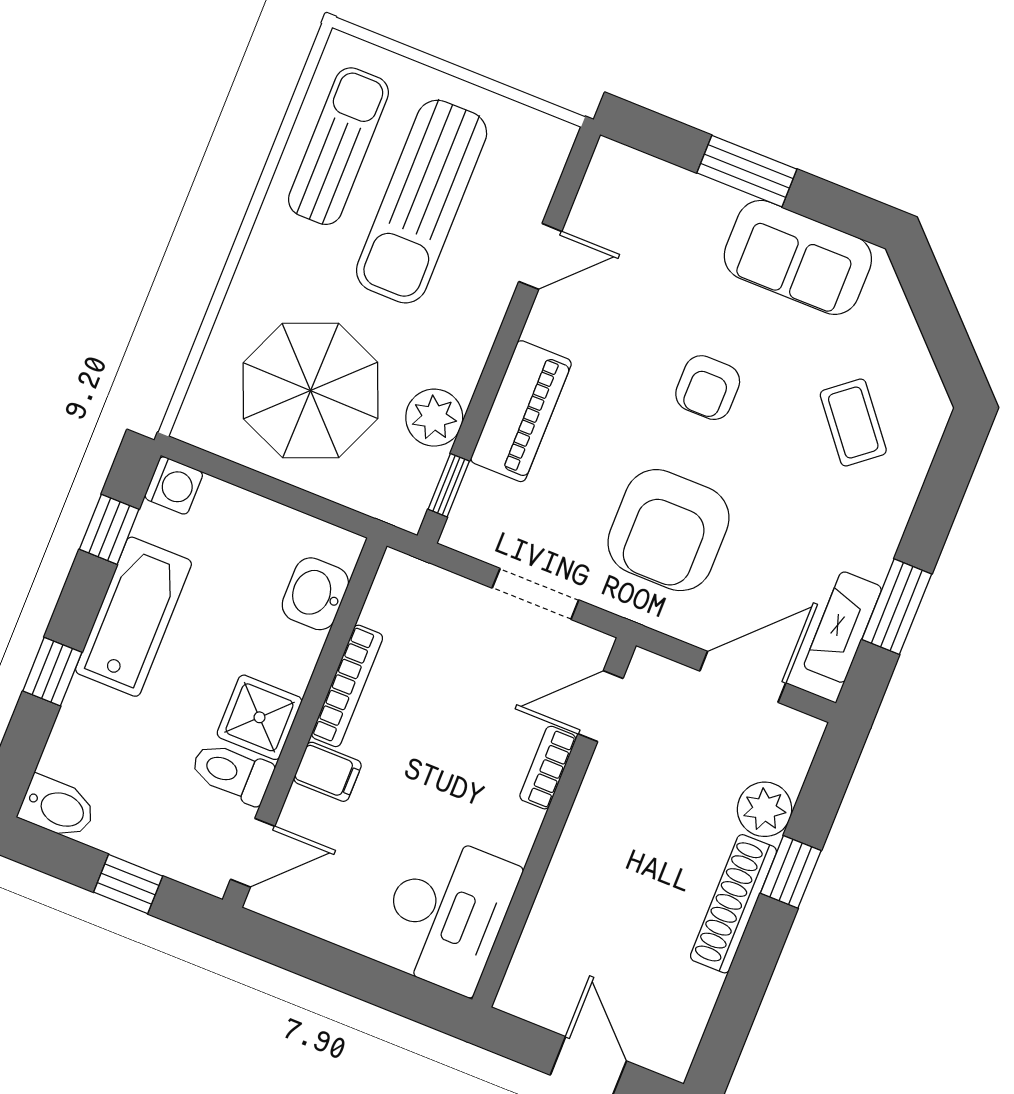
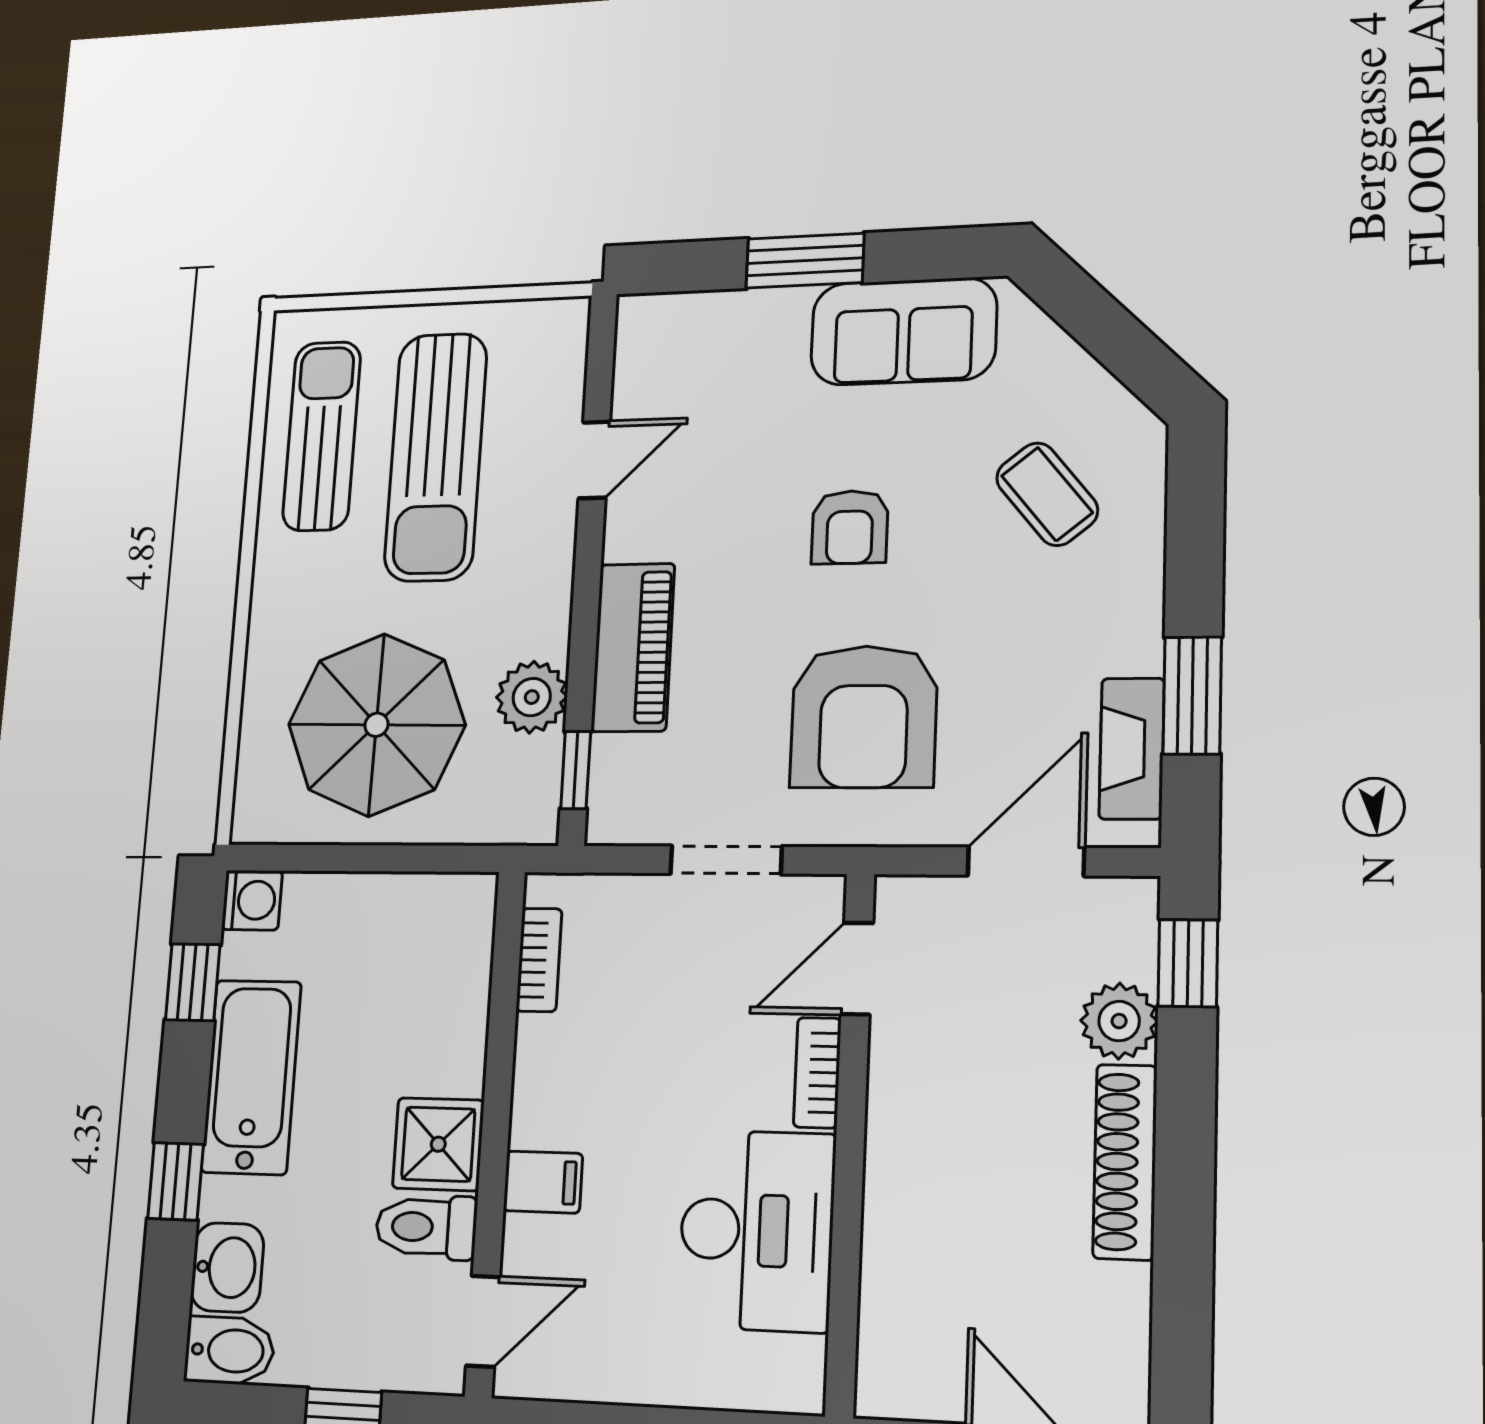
washbasin: (315, 594) -> (227, 1267), moved, turned 180
bookcase: (347, 686) -> (539, 960), moved, width x0.64
window: (791, 872) -> (1188, 963), moved
desk: (447, 913) -> (757, 1230), moved

